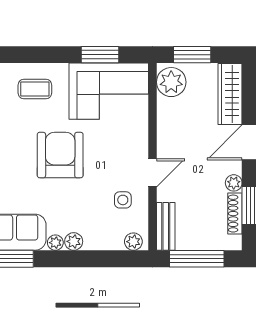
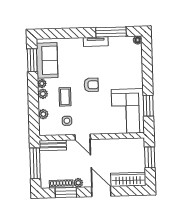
plant: (171, 82) -> (134, 146), removed
coffee table: (35, 89) -> (65, 97), moved
armchair: (60, 155) -> (91, 85), width x0.53, depth x0.53
plant: (133, 242) -> (43, 114), moved

